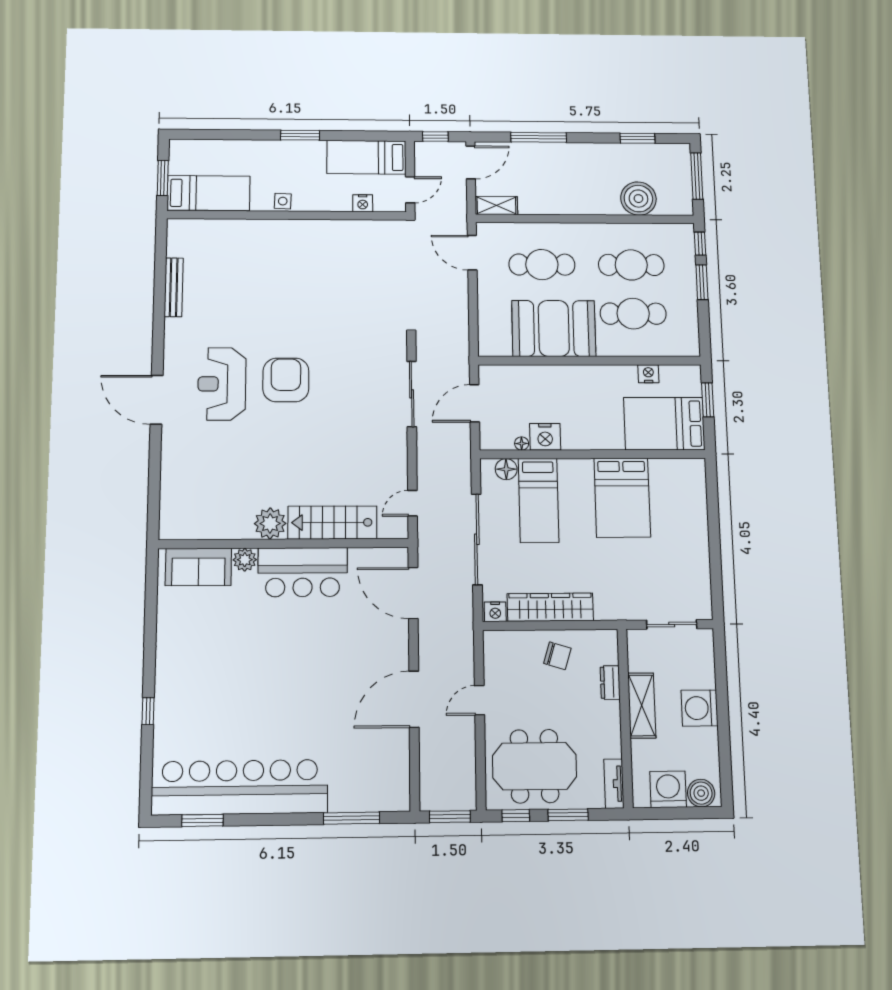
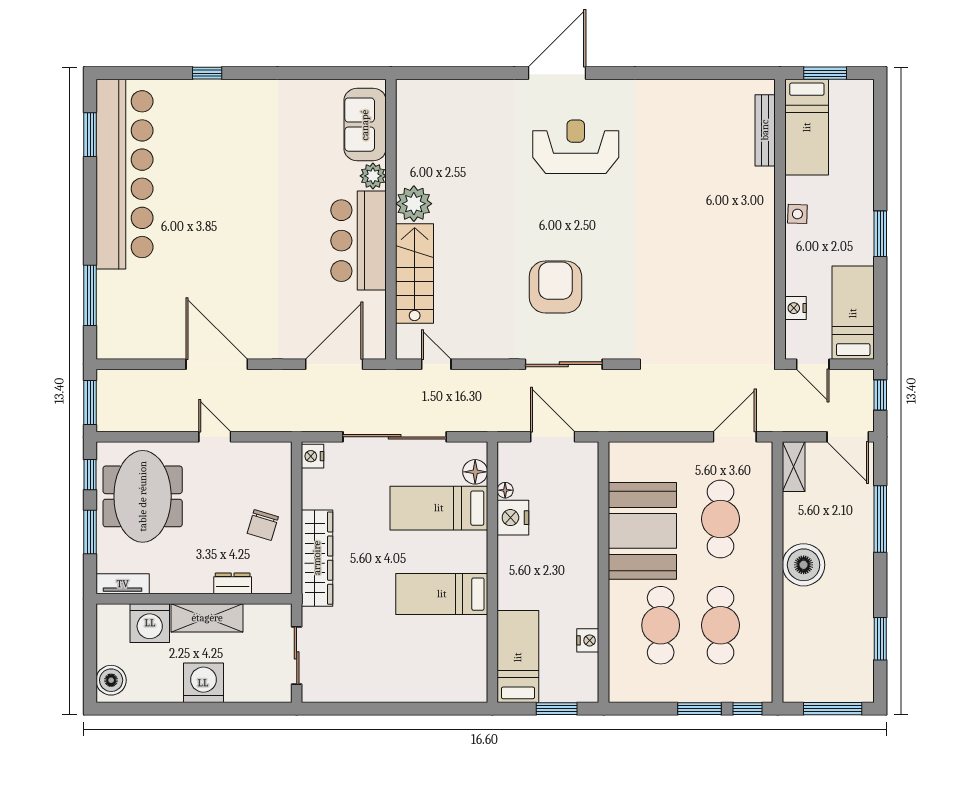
boiler: (638, 199) -> (804, 565), moved
bench: (174, 287) -> (765, 130), moved, turned 90
armchair: (286, 380) -> (555, 287), moved, turned -90
bed: (664, 424) -> (518, 657), width x0.67
bed: (622, 498) -> (442, 594), width x0.67
wardrobe: (550, 607) -> (317, 558), moved
washing machine: (668, 789) -> (150, 623), moved, turned 90

